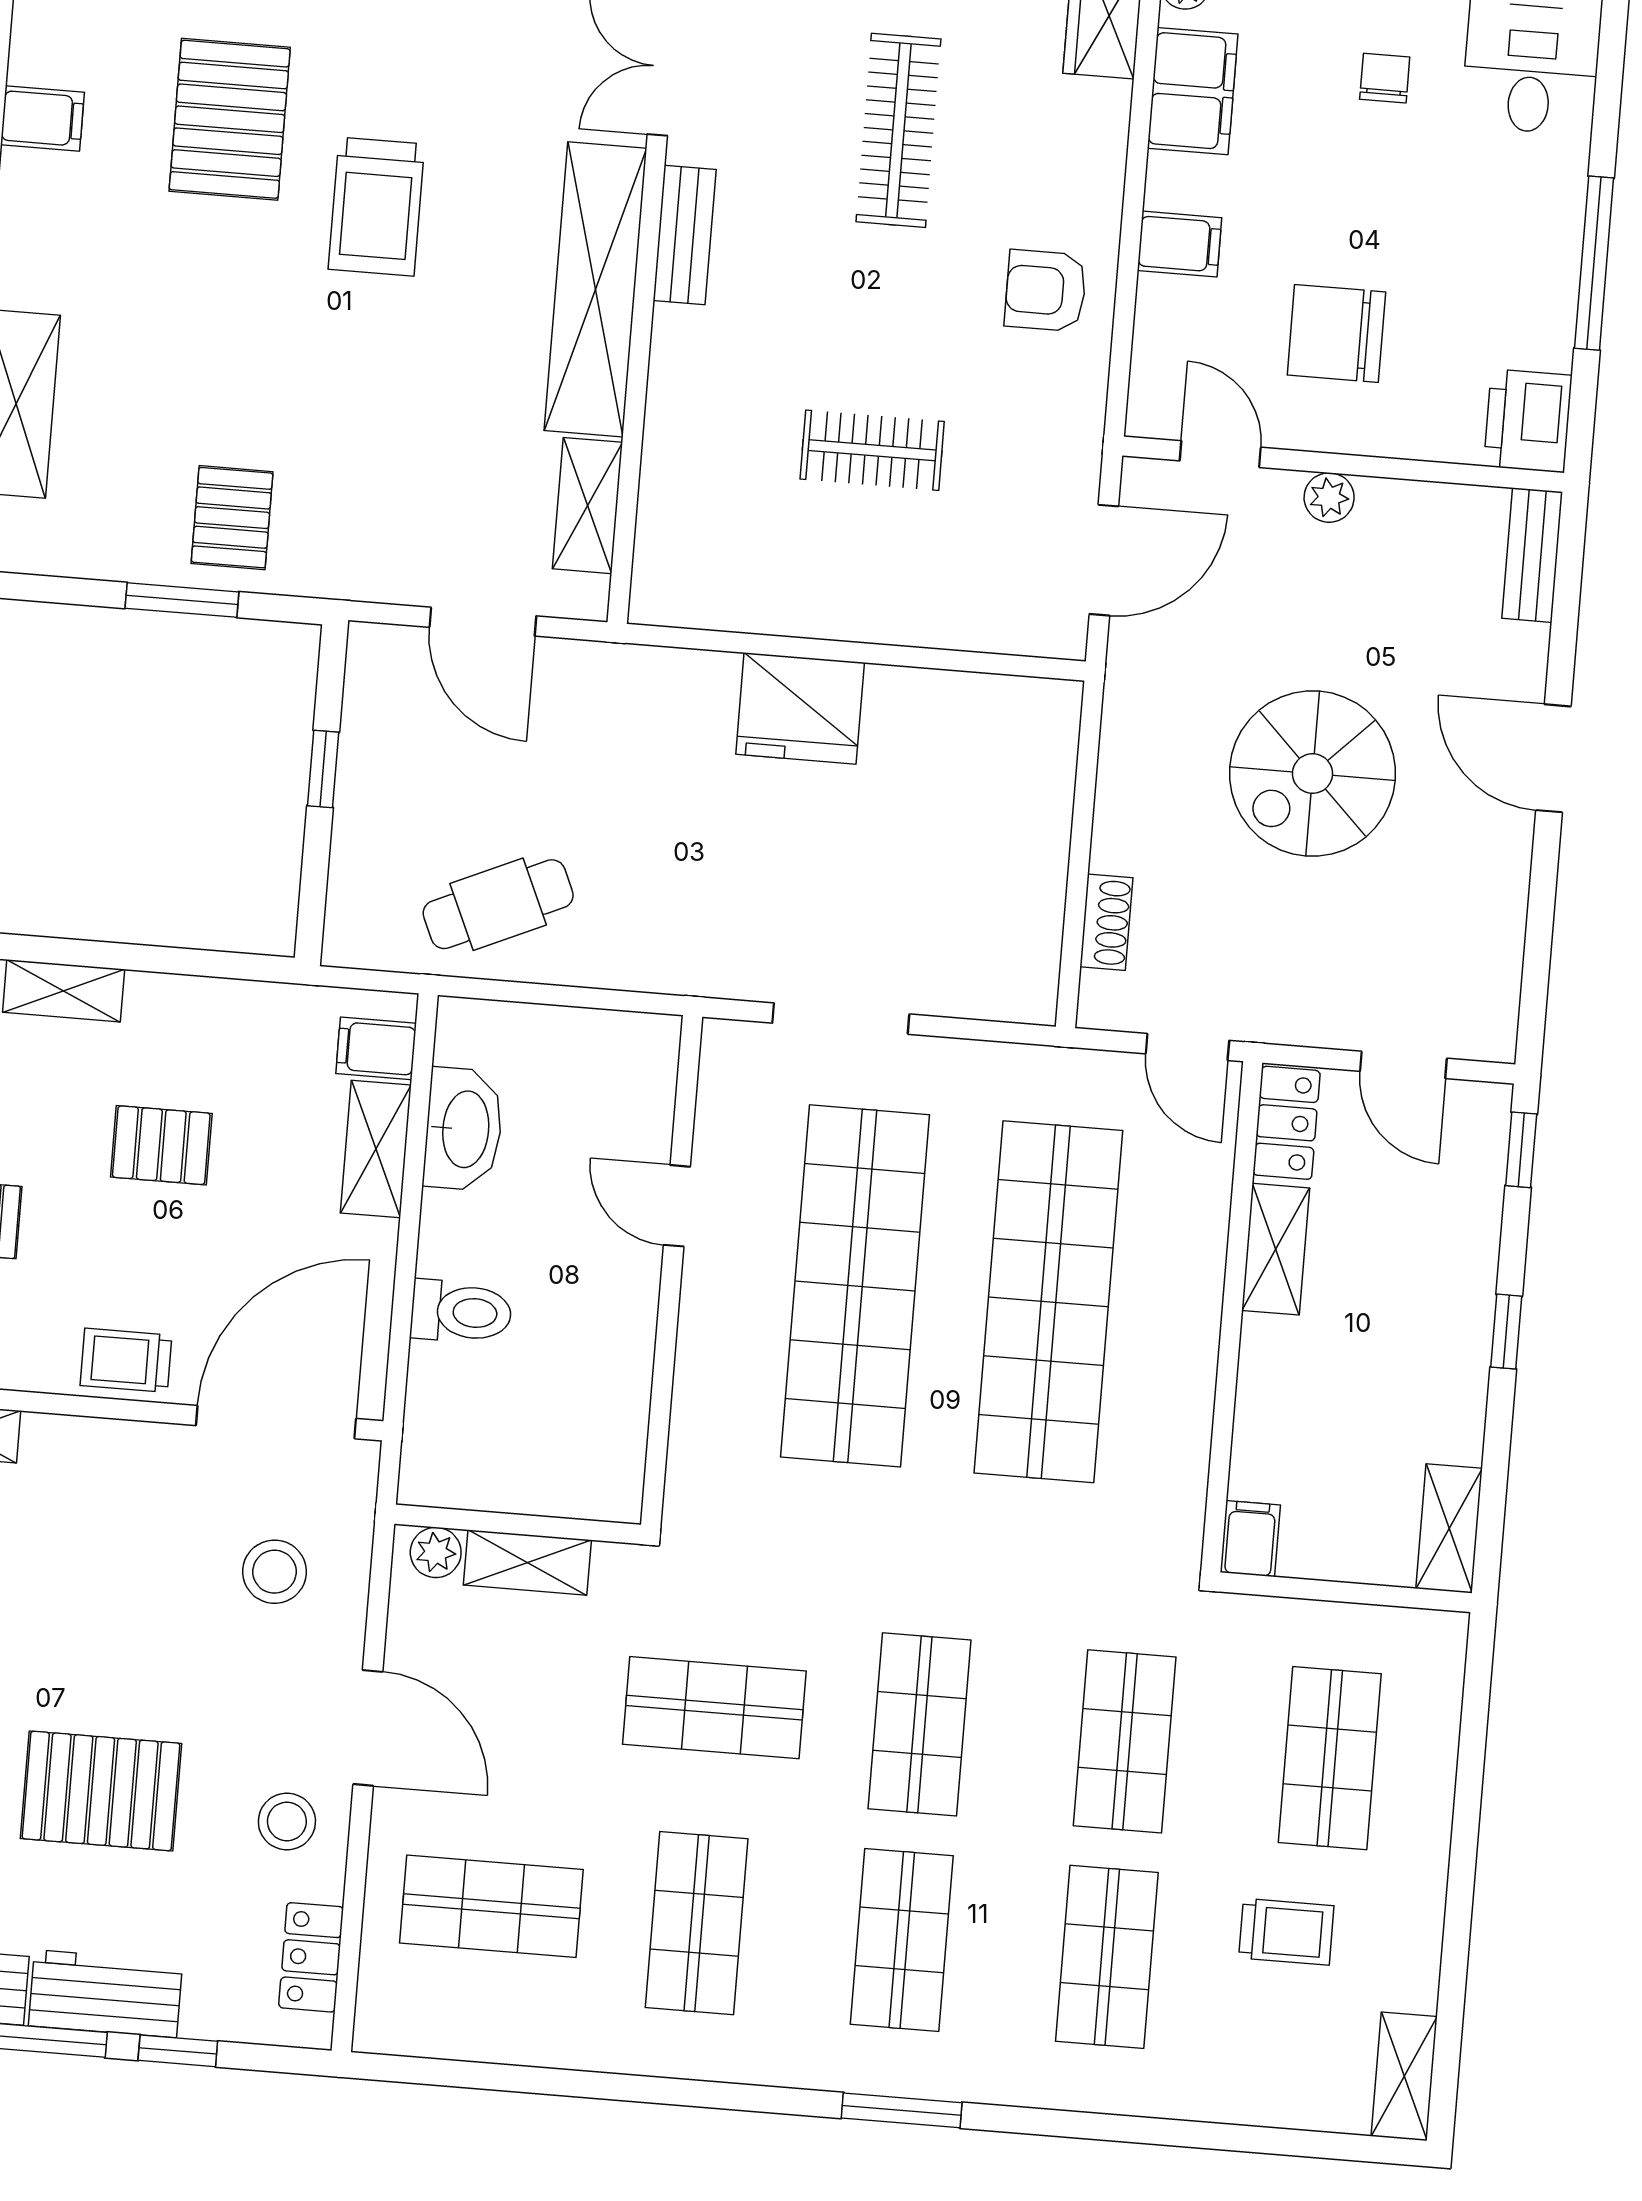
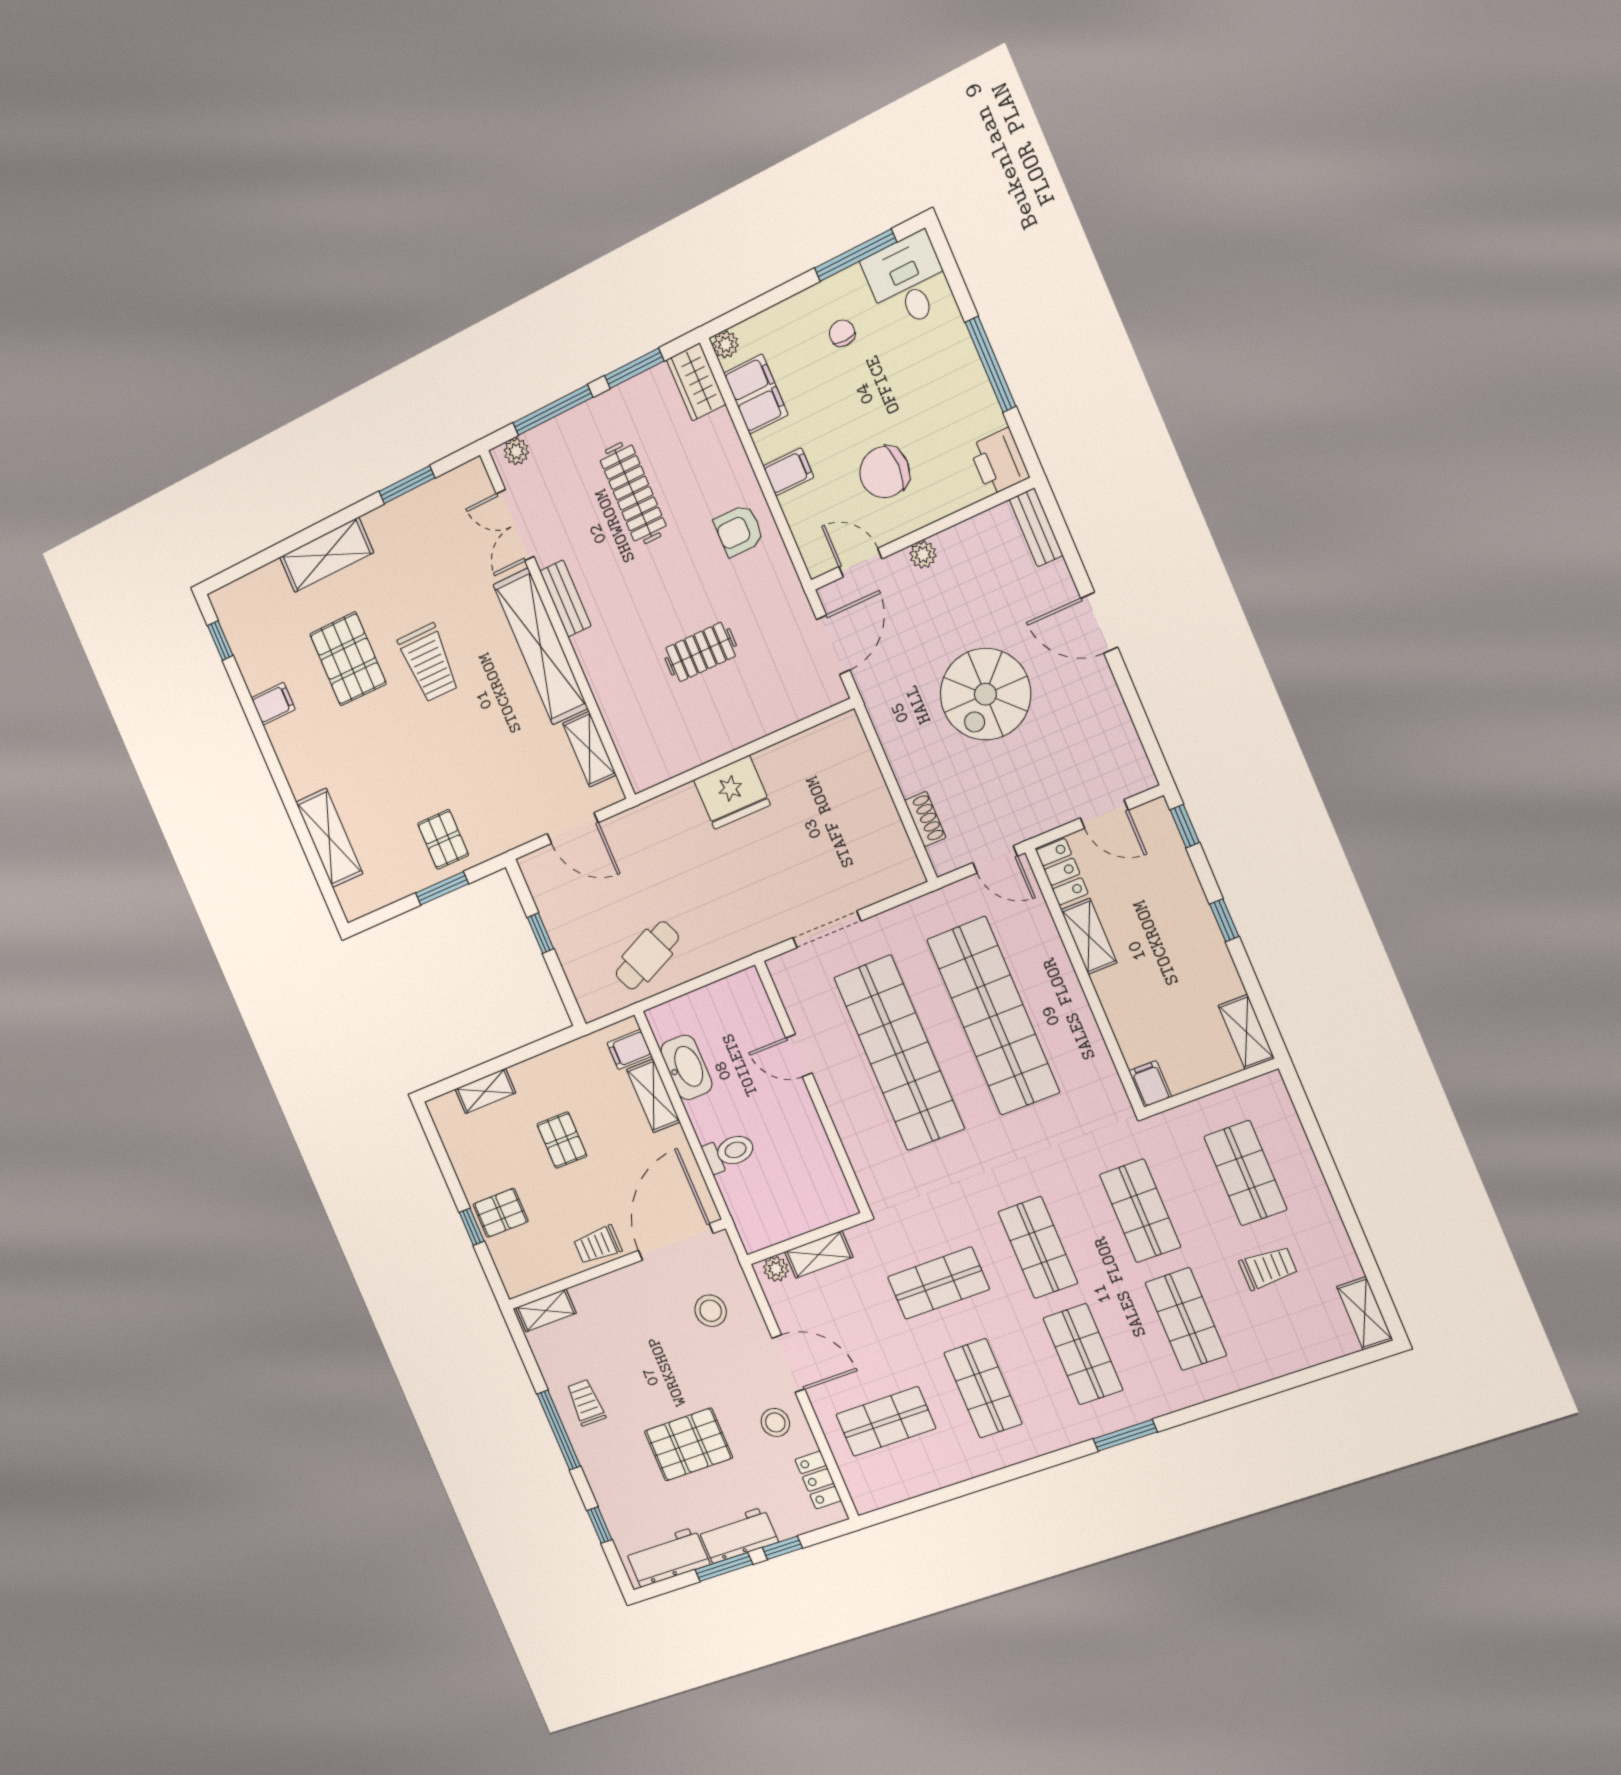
pallet: (161, 1145) -> (562, 1140), turned 90

